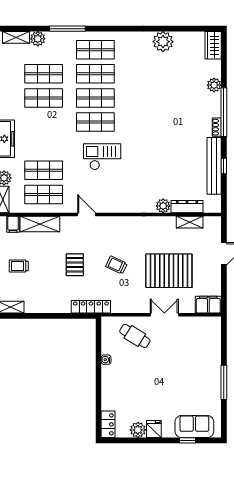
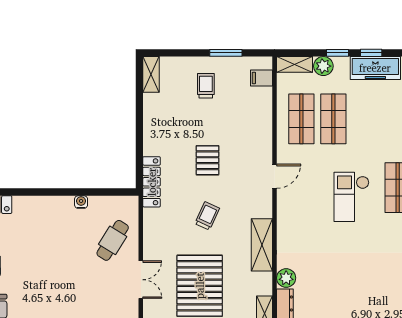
checkout: (102, 157) -> (351, 197), turned 180
shelving: (40, 224) -> (262, 245), moved
pallet: (75, 265) -> (207, 160), turned 90

